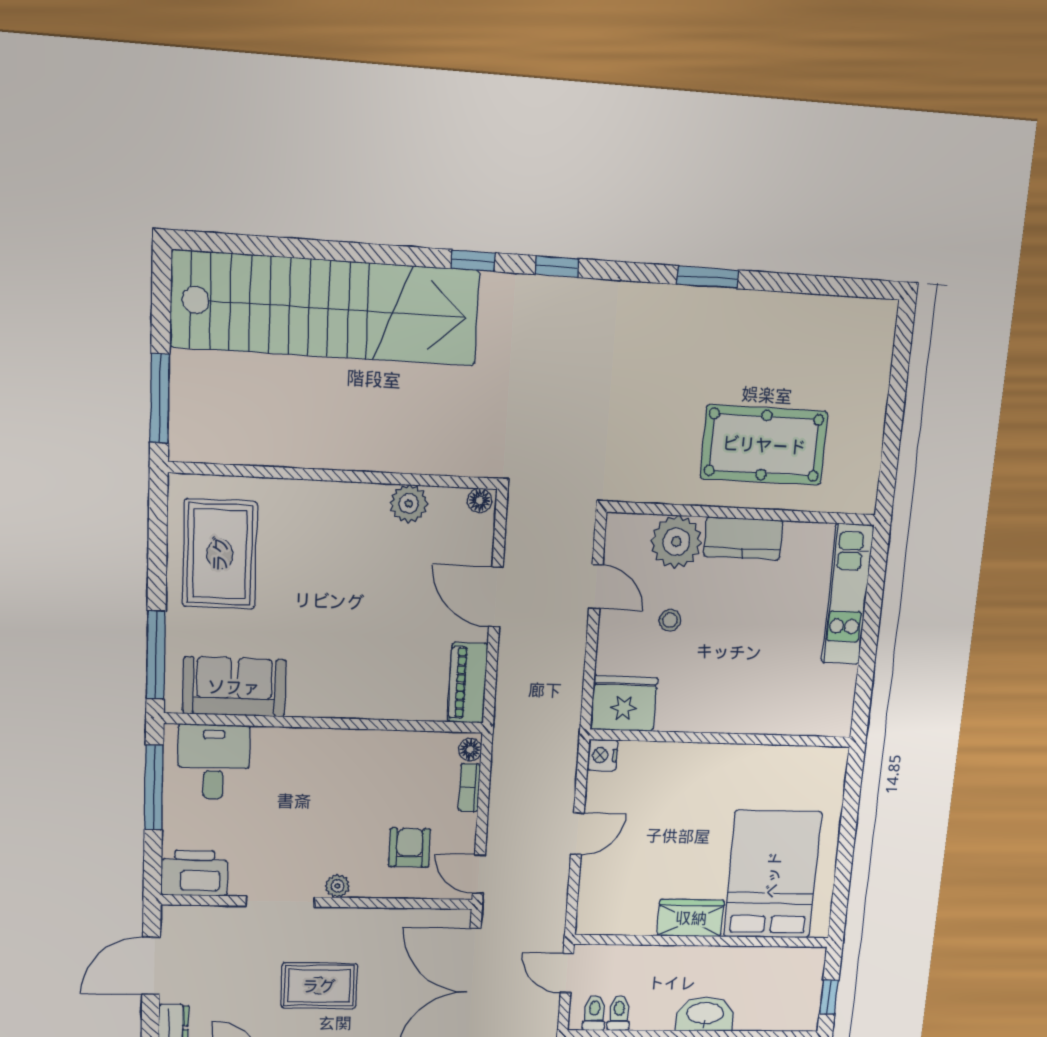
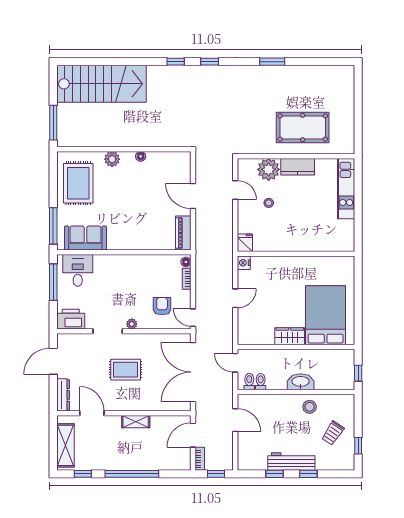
stairs: (326, 308) -> (101, 84), width x0.73
floor lamp: (480, 500) -> (141, 156), moved
plant: (409, 504) -> (112, 159), moved
fridge: (624, 703) -> (245, 243), width x0.53, depth x0.75

